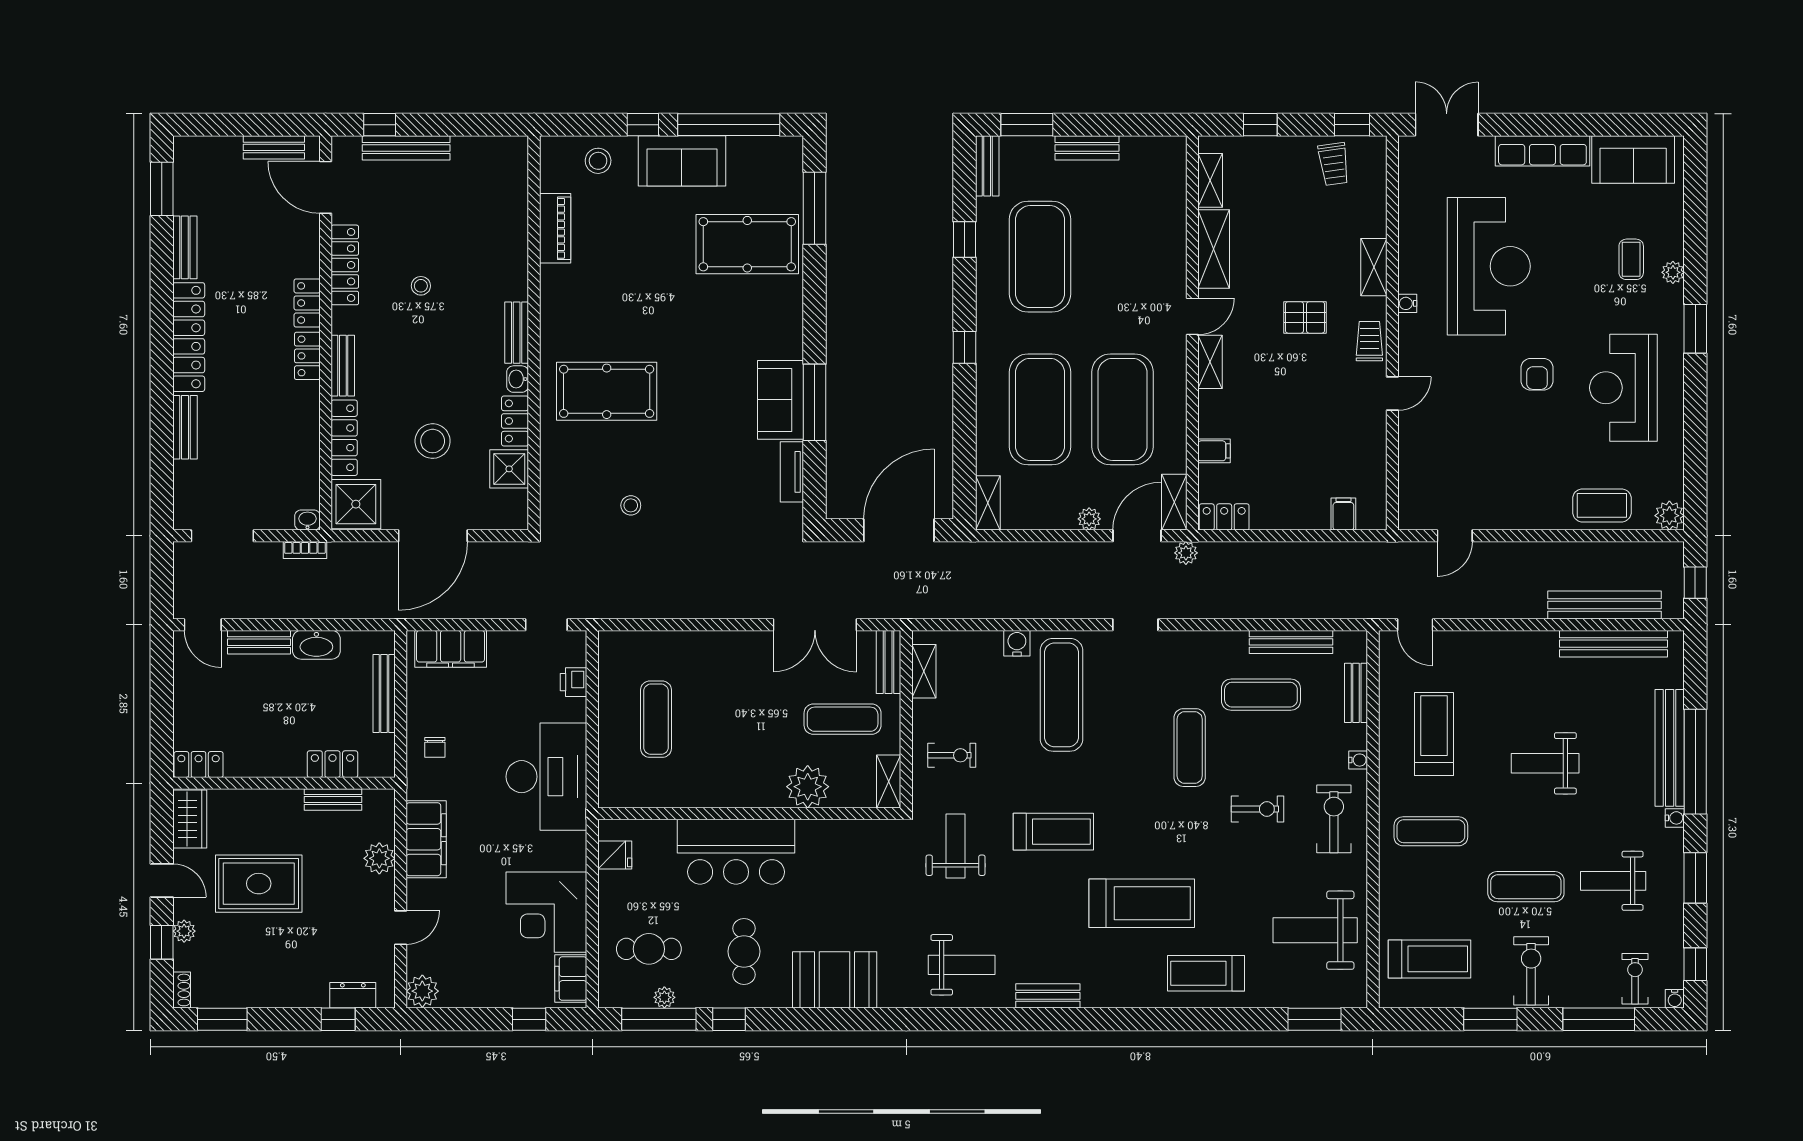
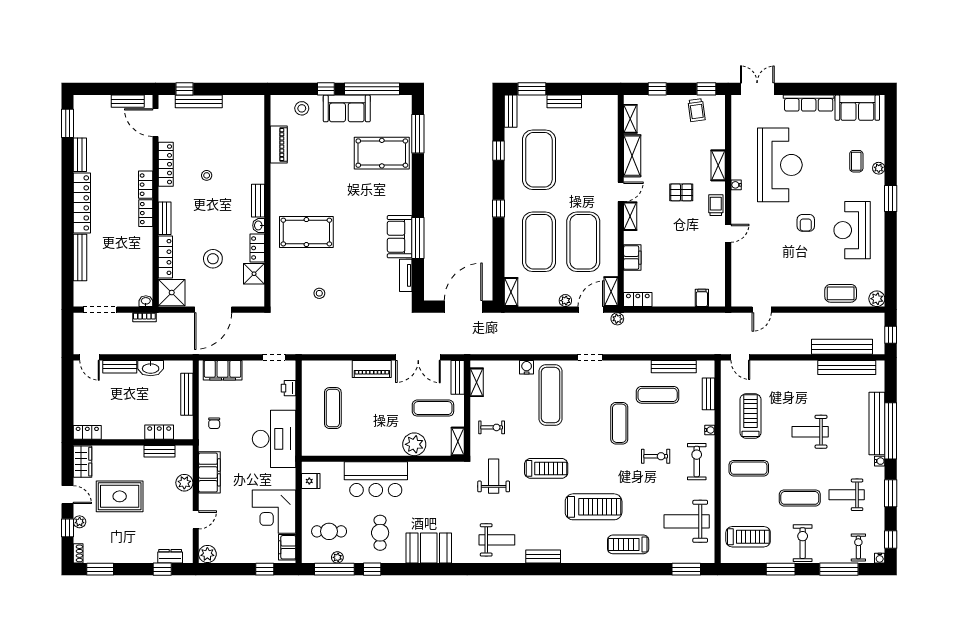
bench: (185, 427) -> (80, 258), width x1.36
filing cabinet: (1214, 451) -> (632, 258), width x2.00
piano: (729, 646) -> (372, 369), added

